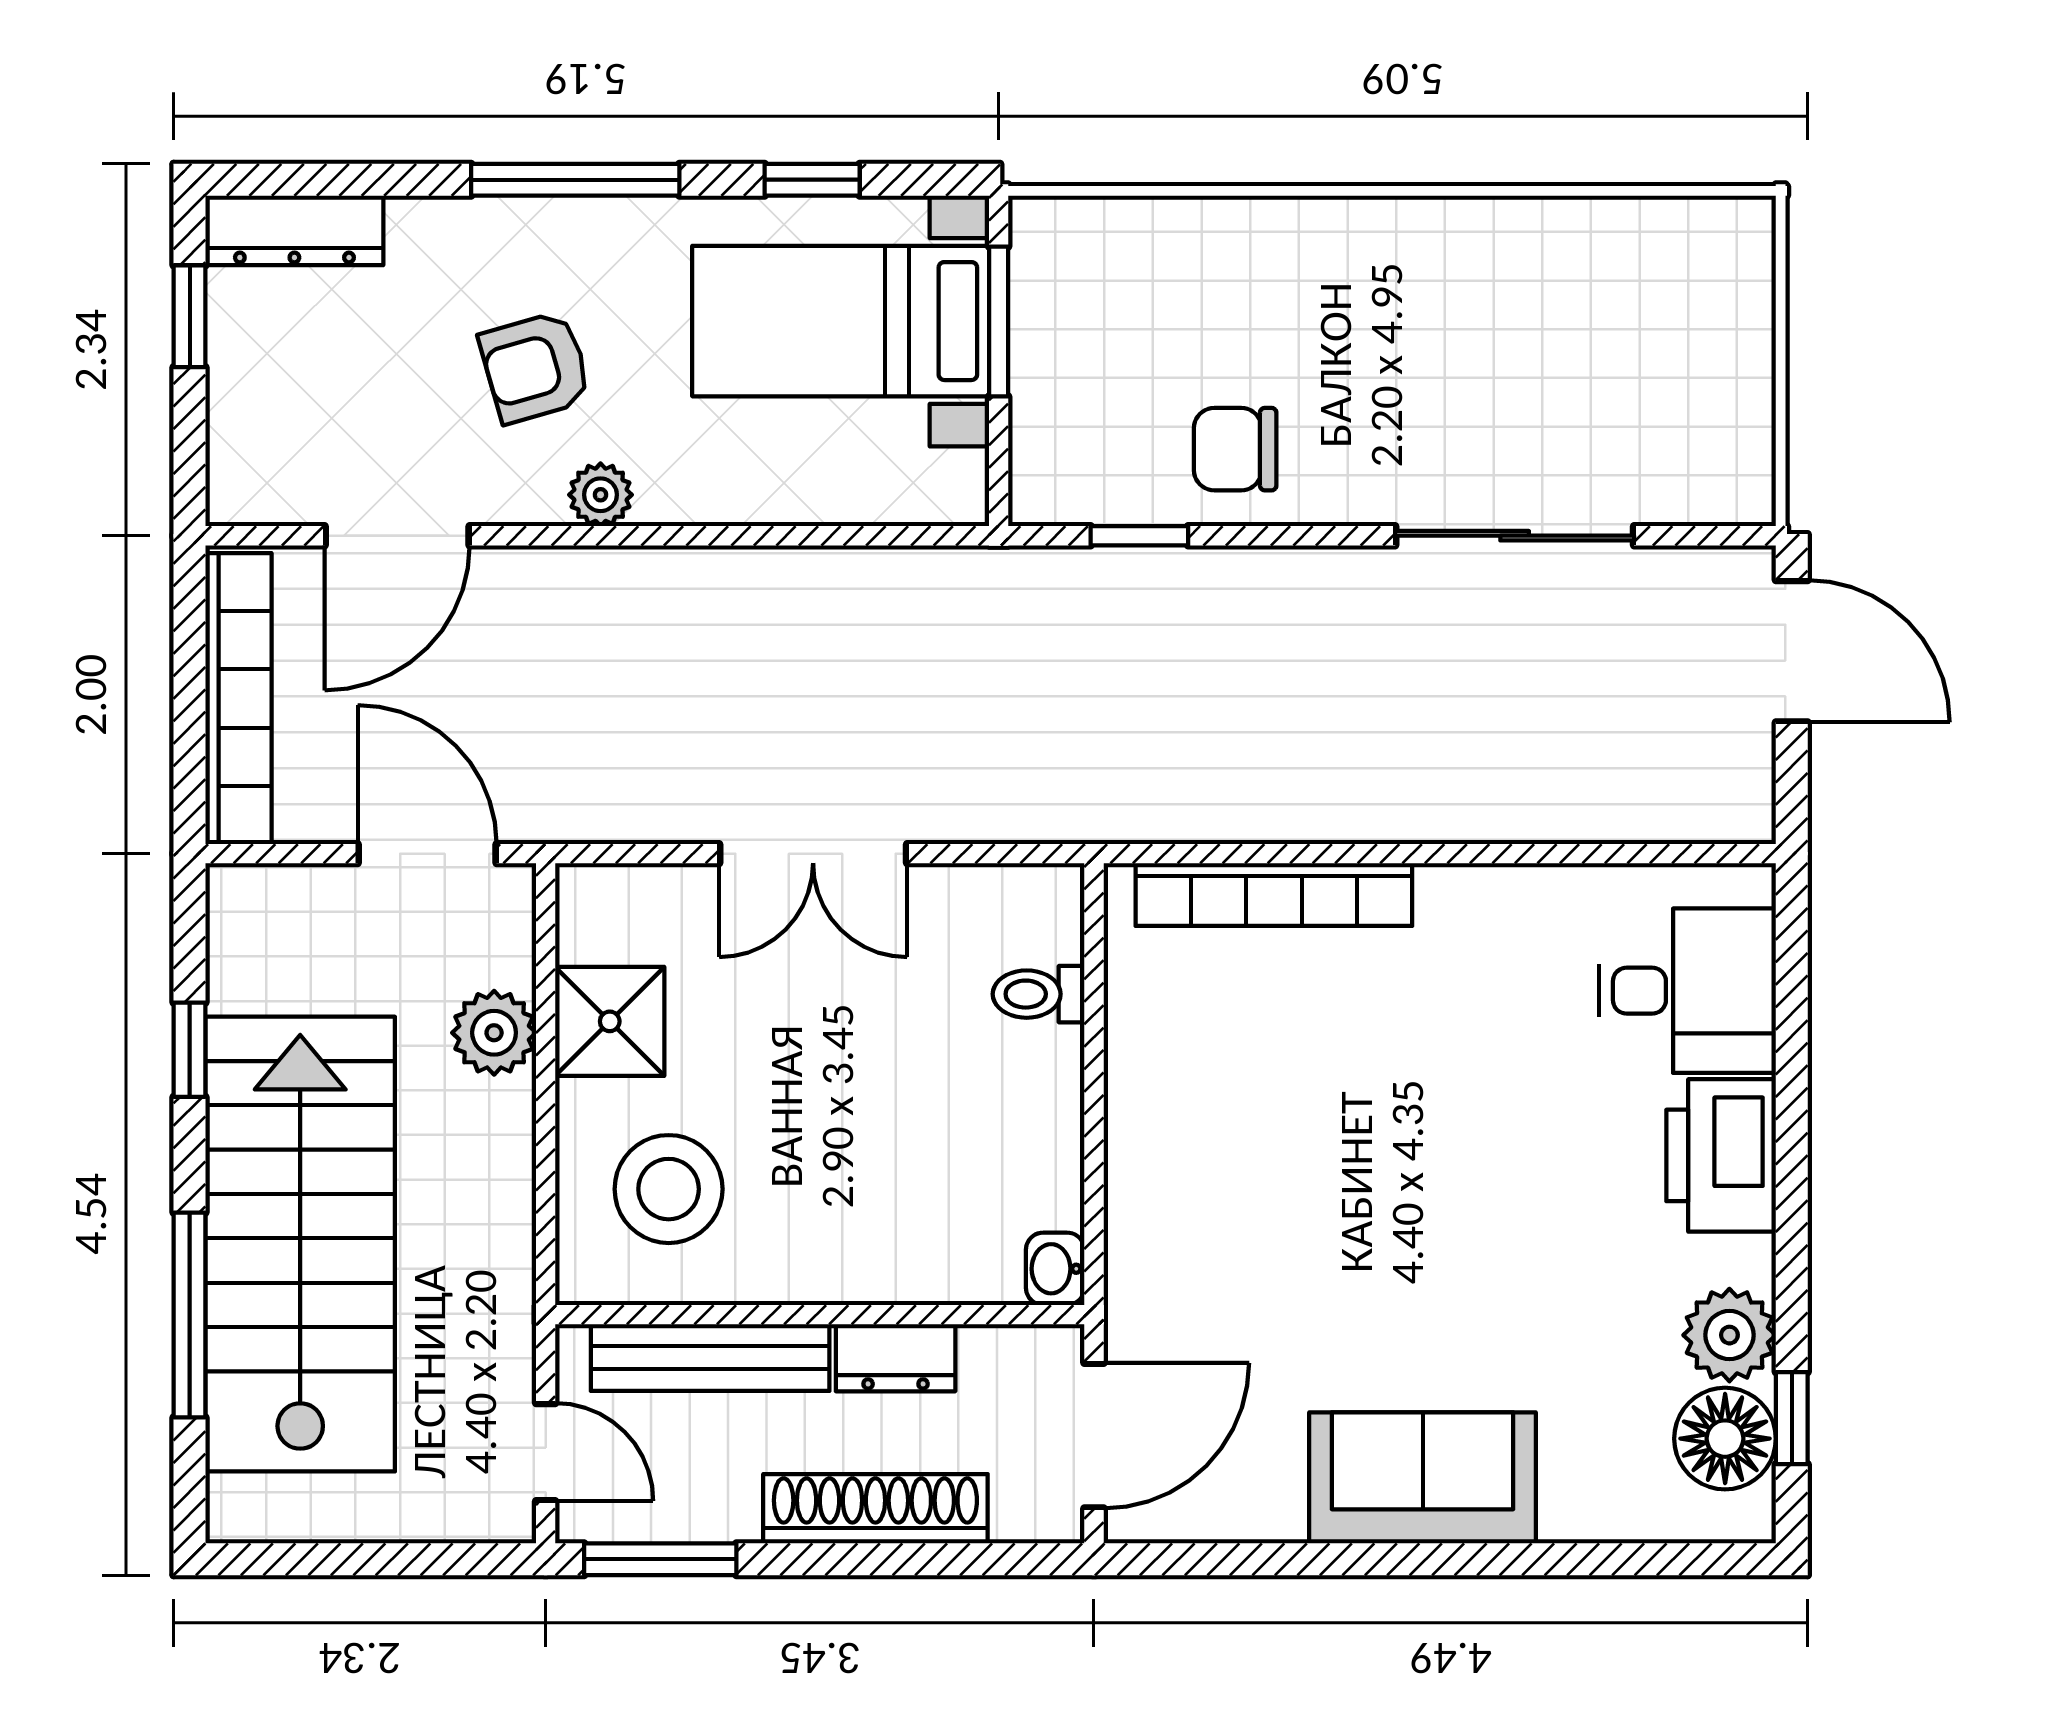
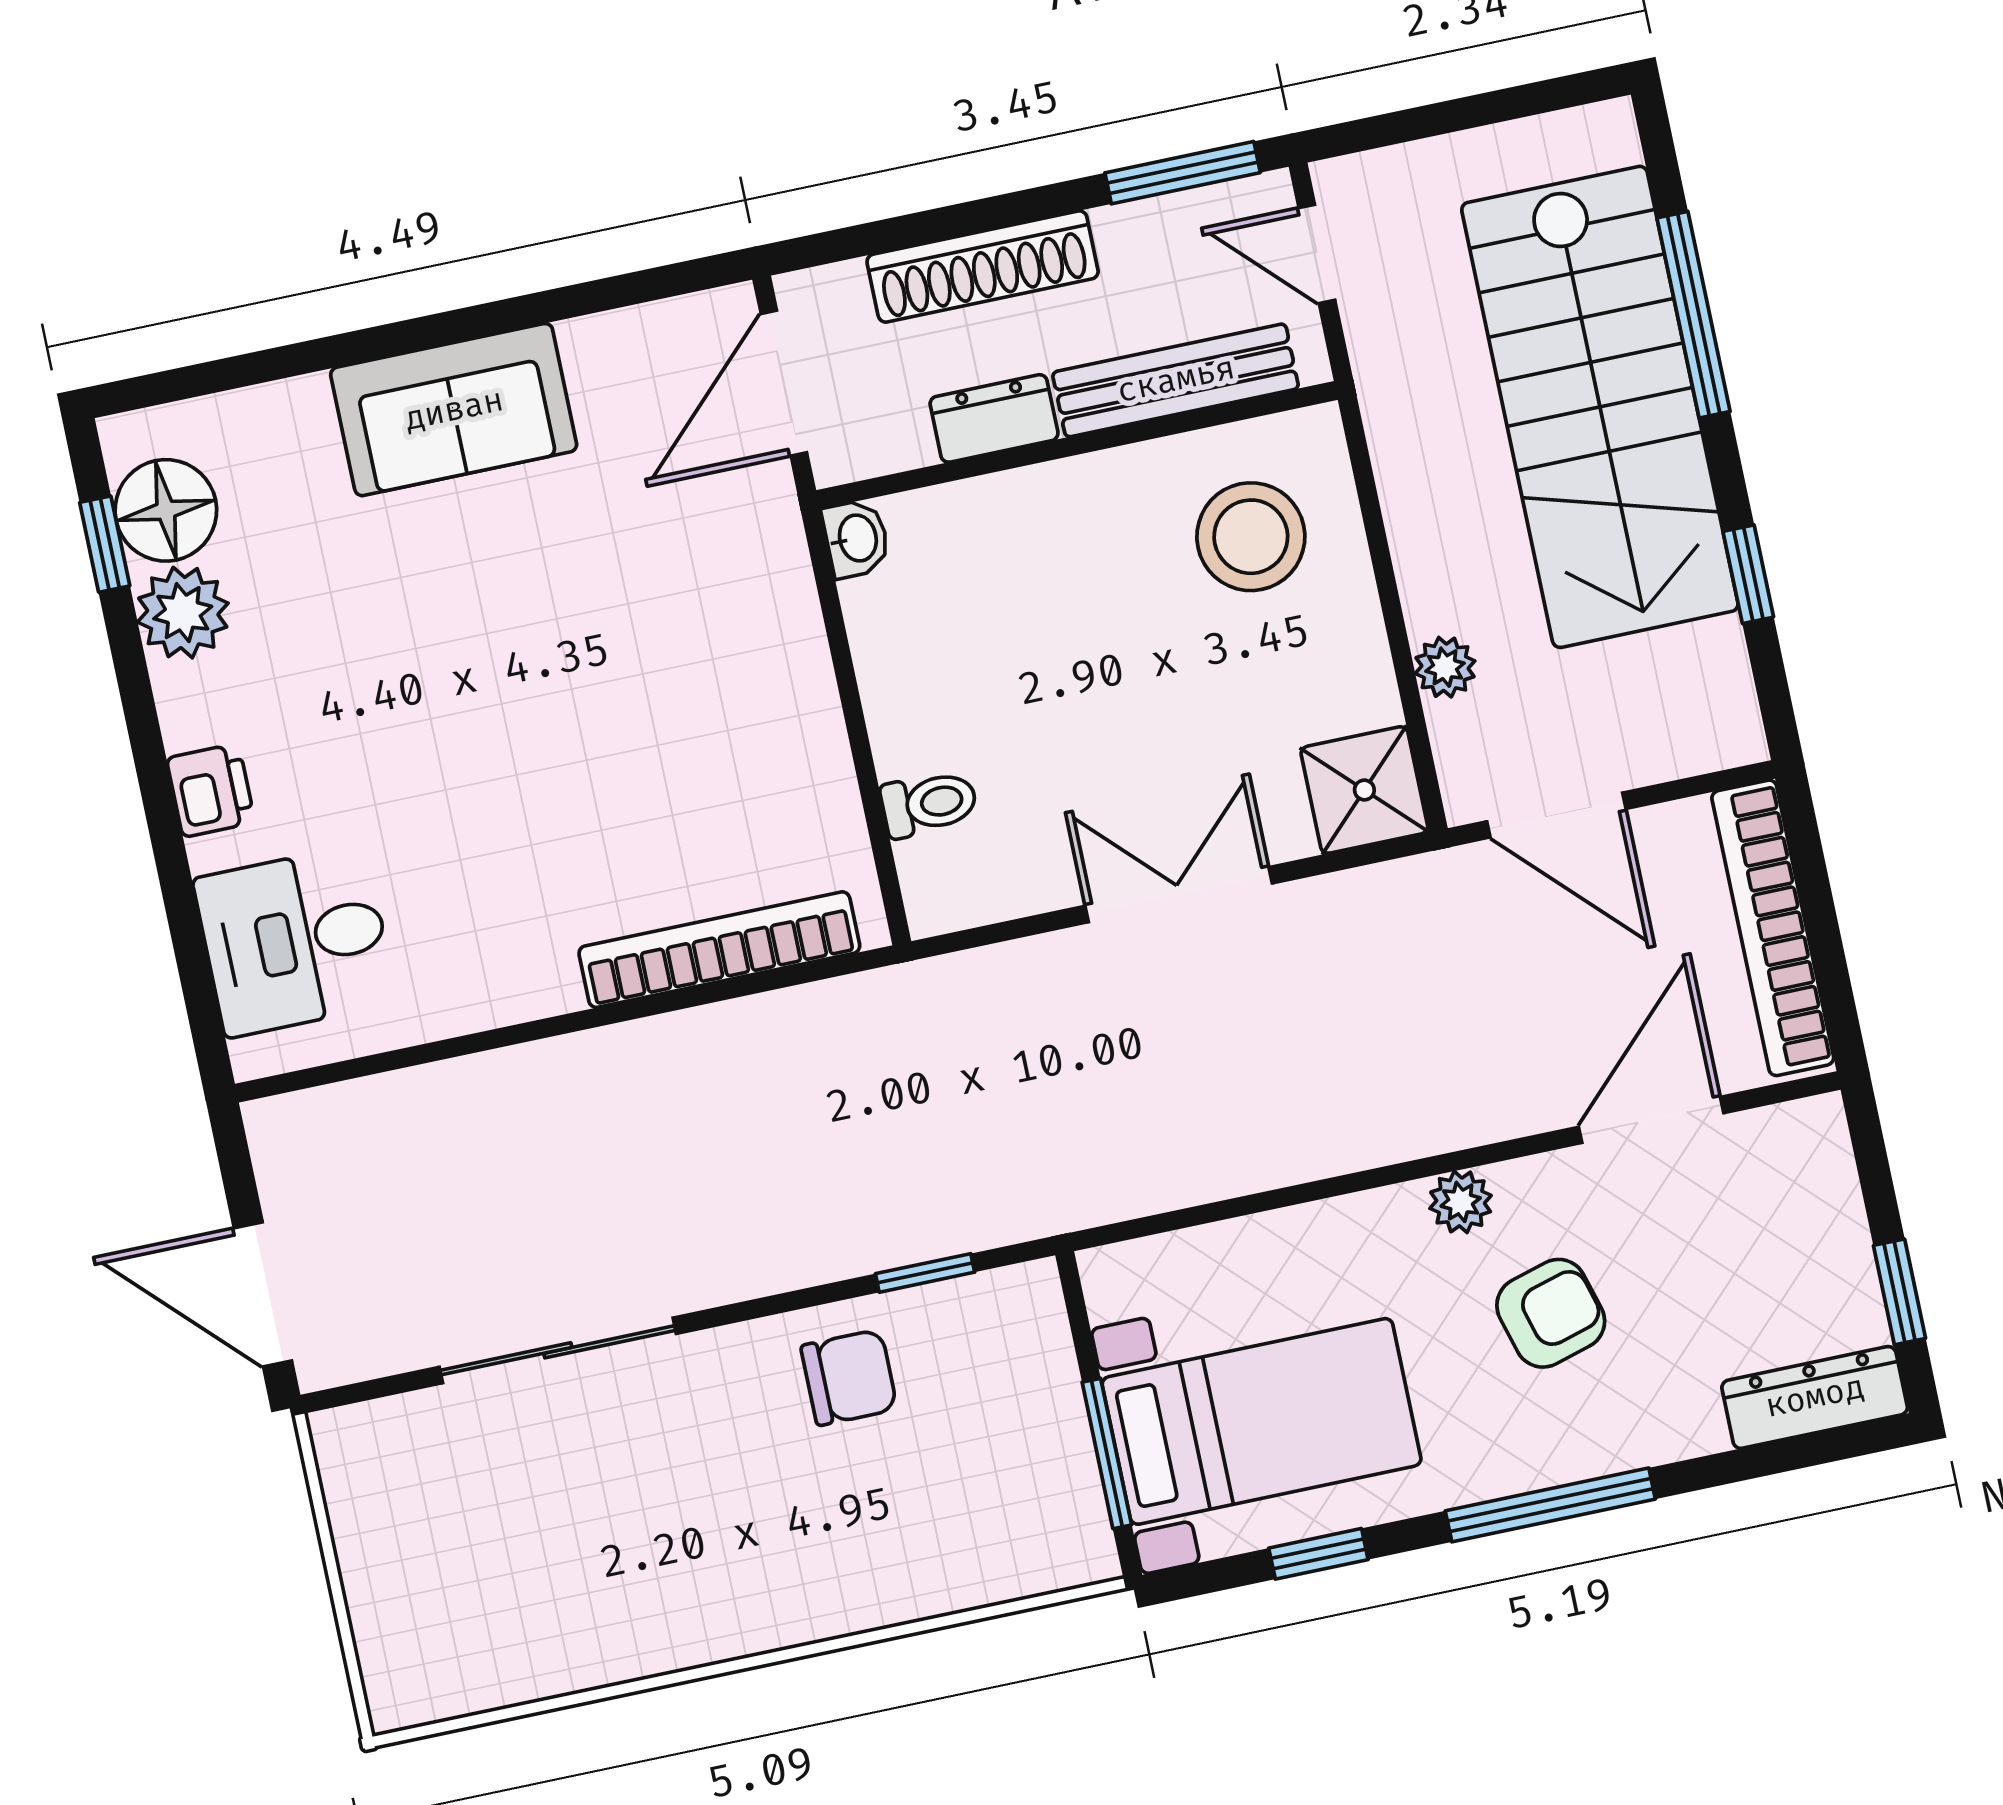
shower: (610, 1021) -> (1364, 790), moved
plant: (494, 1033) -> (1445, 667), width x0.73, depth x0.73
printer: (1721, 1155) -> (211, 790), width x0.53, depth x0.68

